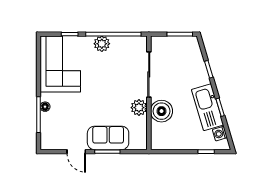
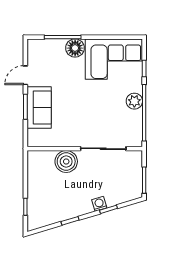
floor lamp: (45, 107) -> (75, 48), width x1.89, depth x1.89
kitchen sink: (207, 107) -> (70, 208), removed
plant: (139, 108) -> (70, 139), removed
washing machine: (220, 134) -> (99, 204), moved

